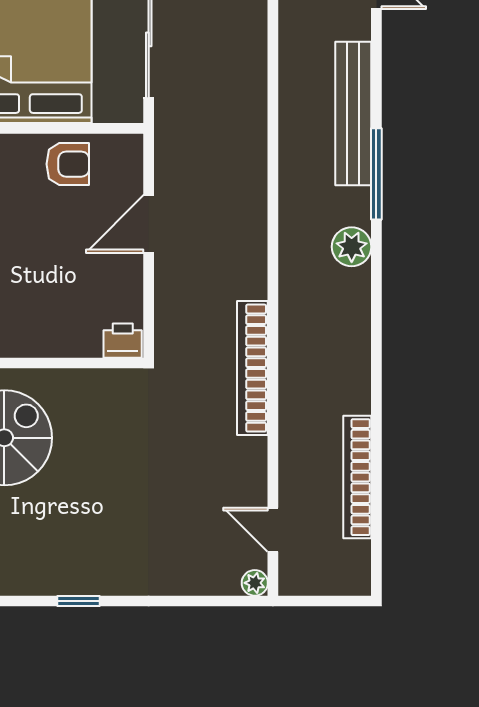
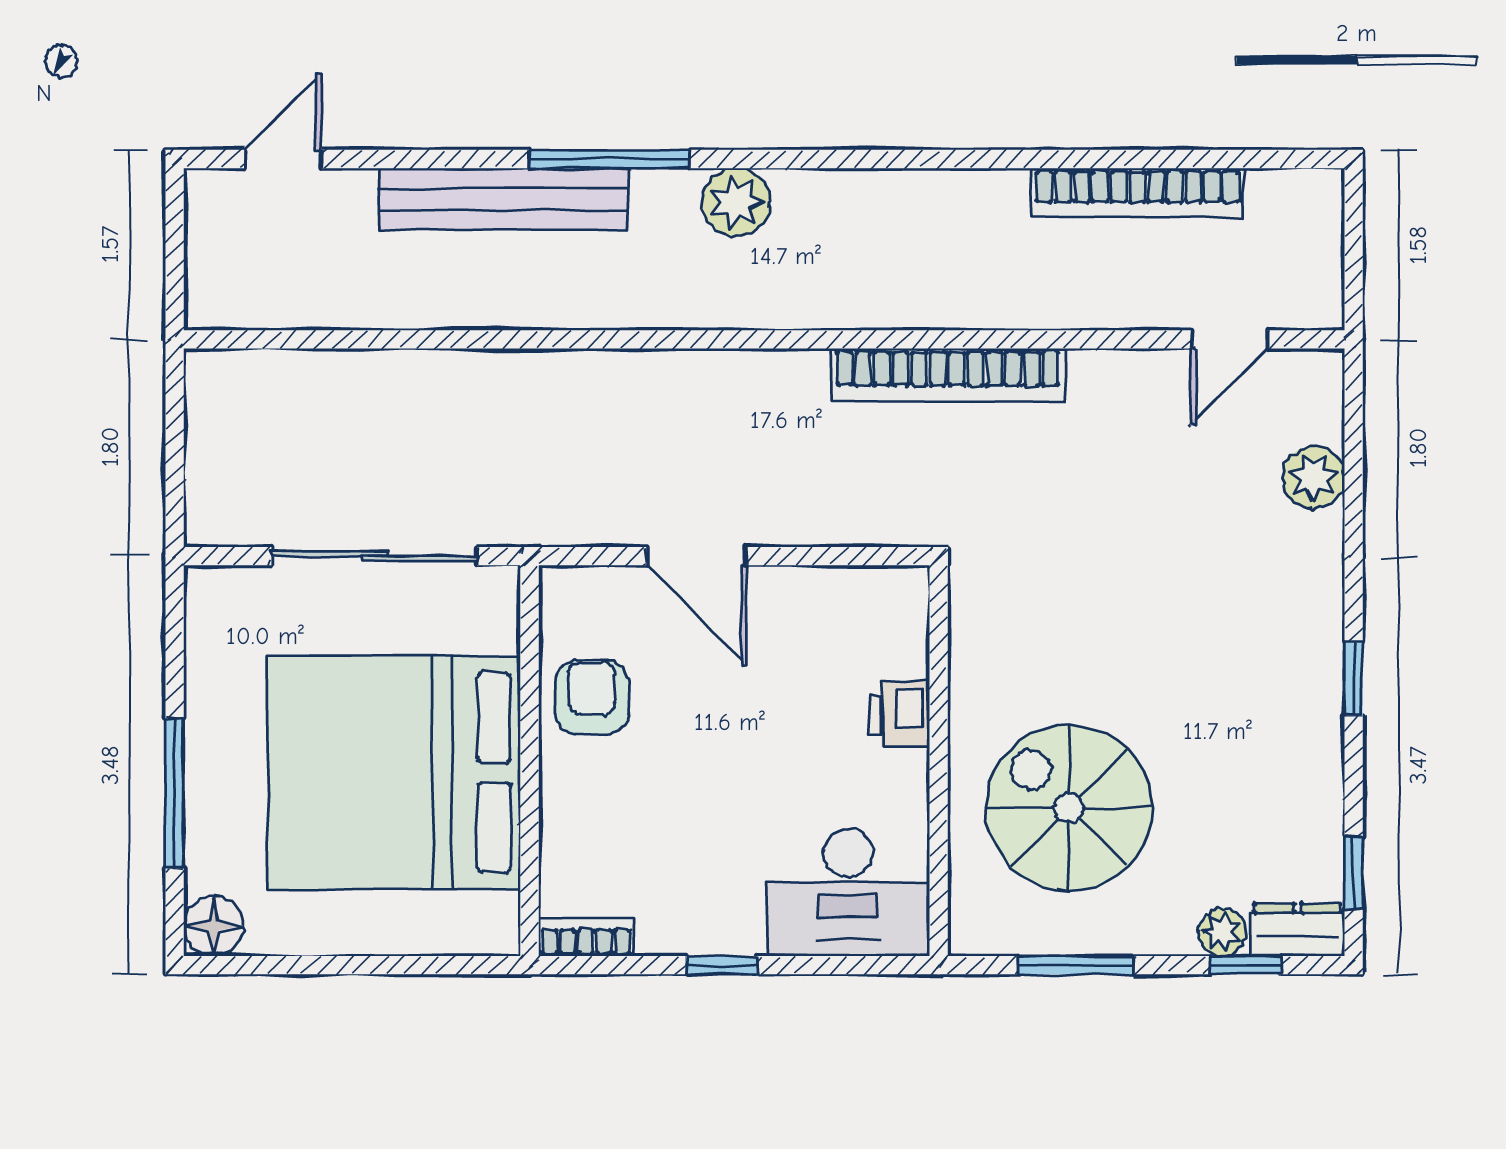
printer: (123, 341) -> (899, 714), moved
plant: (255, 583) -> (1314, 477), moved, width x1.38, depth x1.38

